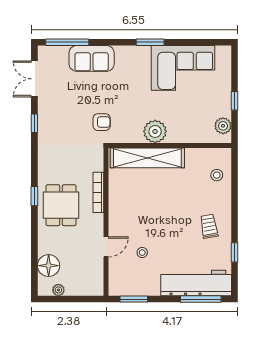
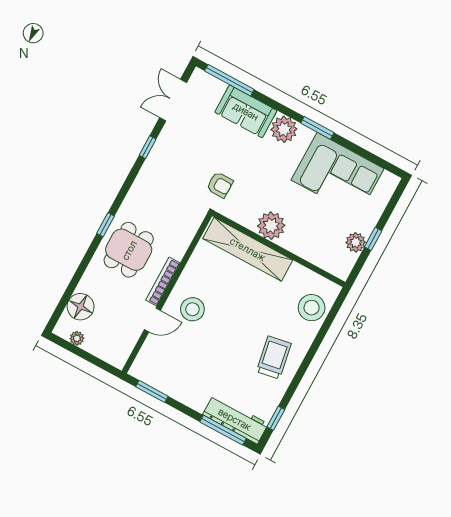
plant: (126, 56) -> (284, 129), added
plant: (223, 126) -> (356, 242), moved
stool: (217, 175) -> (312, 308), width x1.89, depth x1.89
bookcase: (98, 192) -> (163, 282), moved
trolley: (209, 226) -> (274, 358), width x1.36, depth x1.39
window: (234, 252) -> (276, 418), moved
stool: (142, 253) -> (192, 309), moved, width x1.89, depth x1.89
workbench: (196, 283) -> (235, 419), width x0.73, depth x0.76

